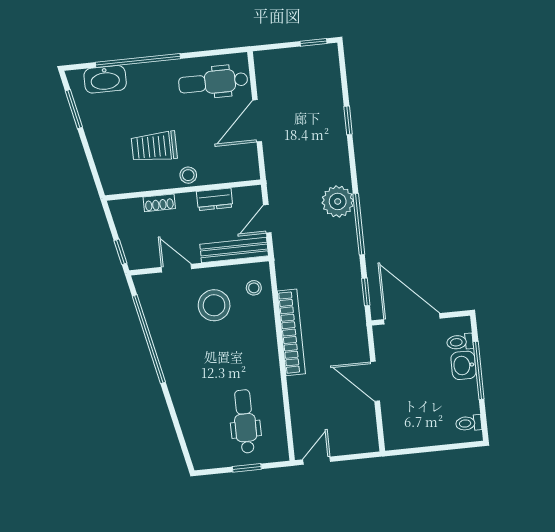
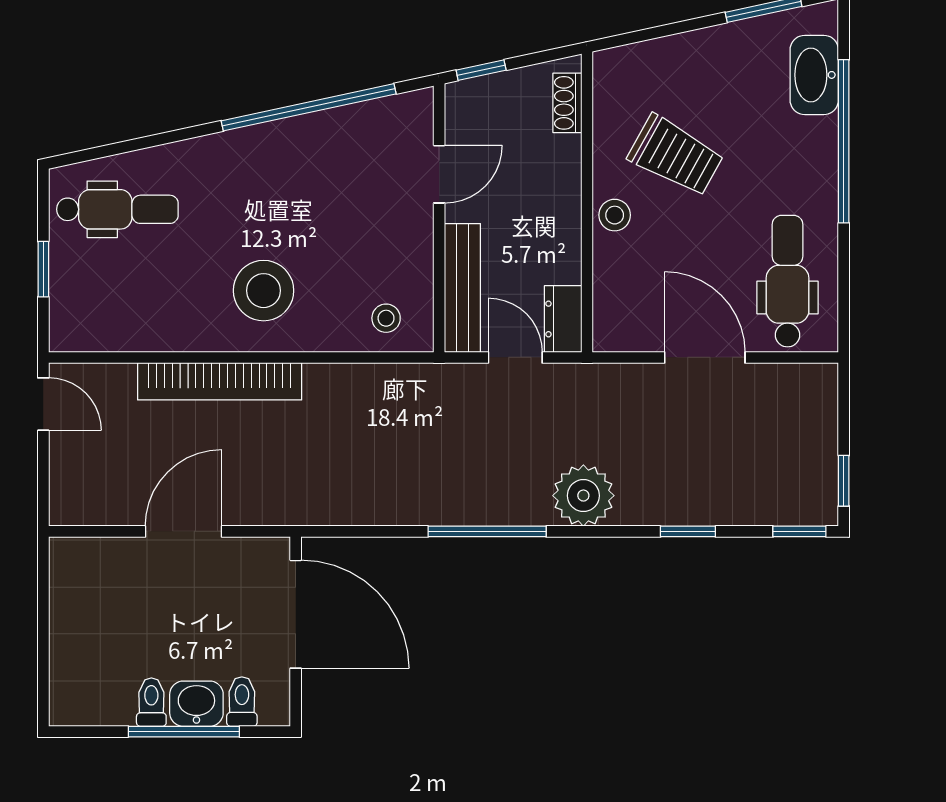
trolley: (154, 147) -> (676, 156), turned 119
dresser: (215, 199) -> (563, 319), moved
plant: (338, 201) -> (583, 496), moved
shoe rack: (159, 203) -> (567, 103), moved
window: (366, 292) -> (799, 531), moved
stool: (214, 305) -> (264, 291), moved
door: (412, 319) -> (296, 614), hinge flipped
bookcase: (291, 332) -> (220, 381), moved
dental chair: (245, 421) -> (117, 209), moved
toilet: (469, 423) -> (151, 702), moved

